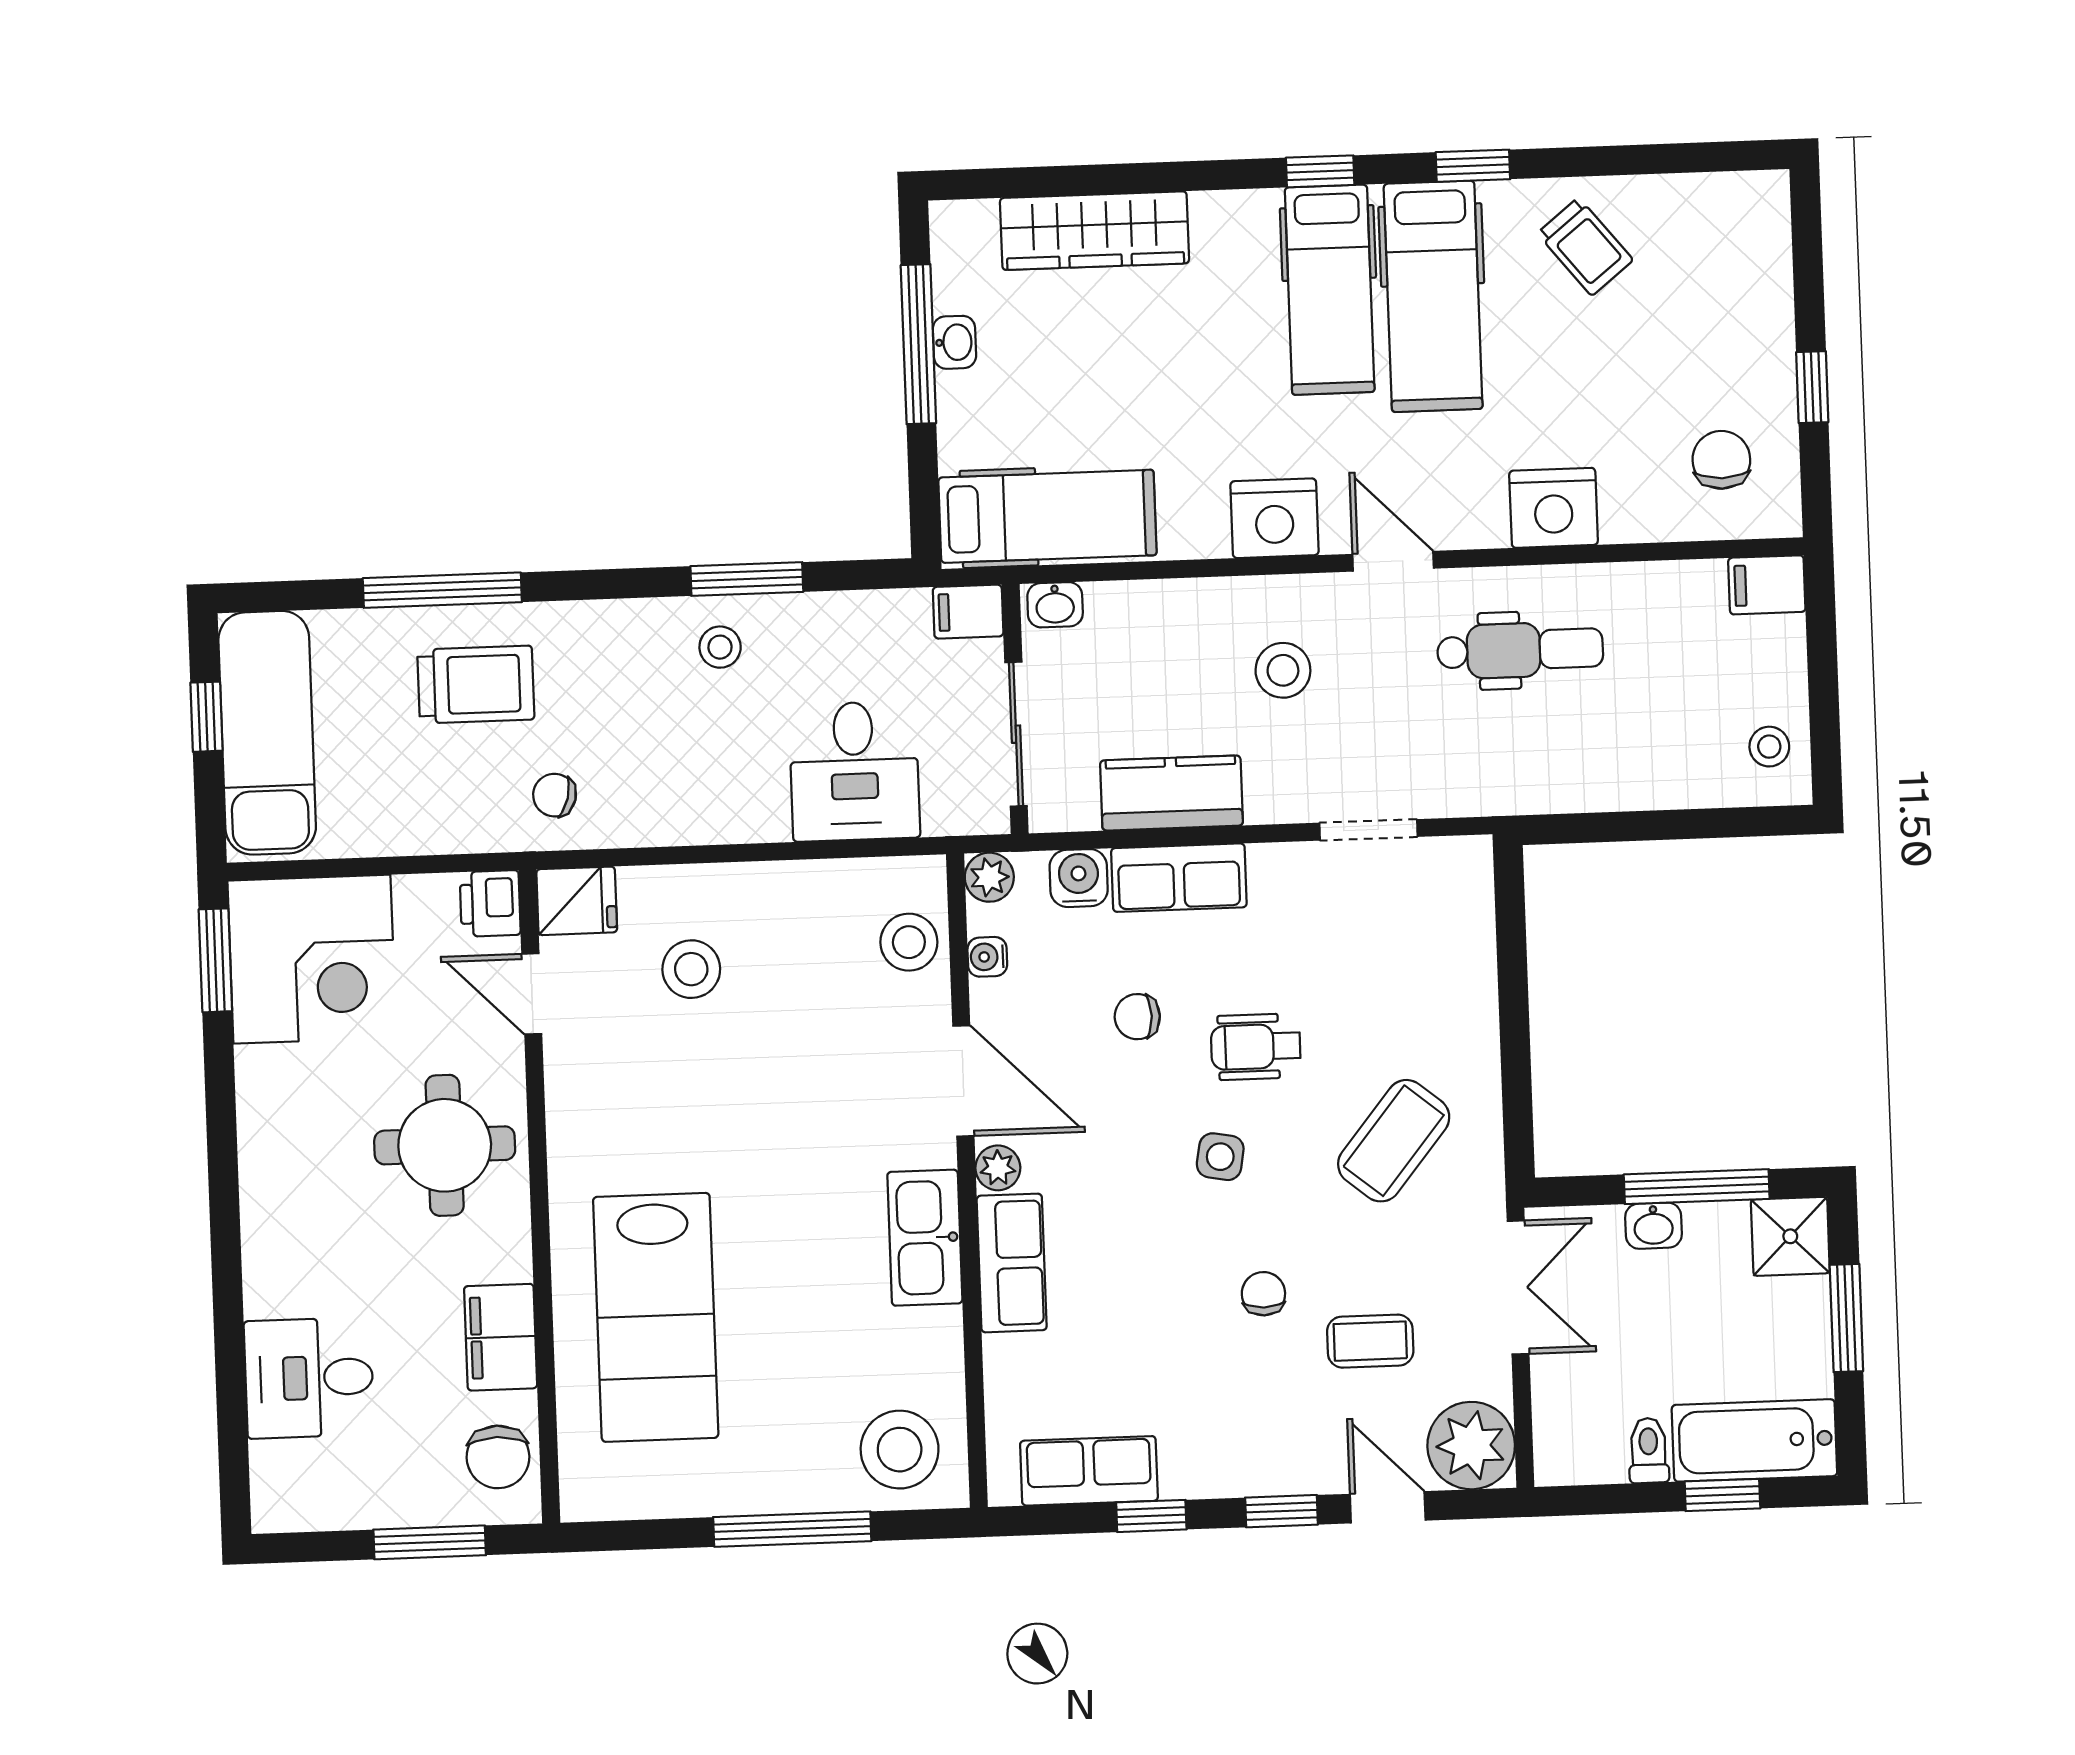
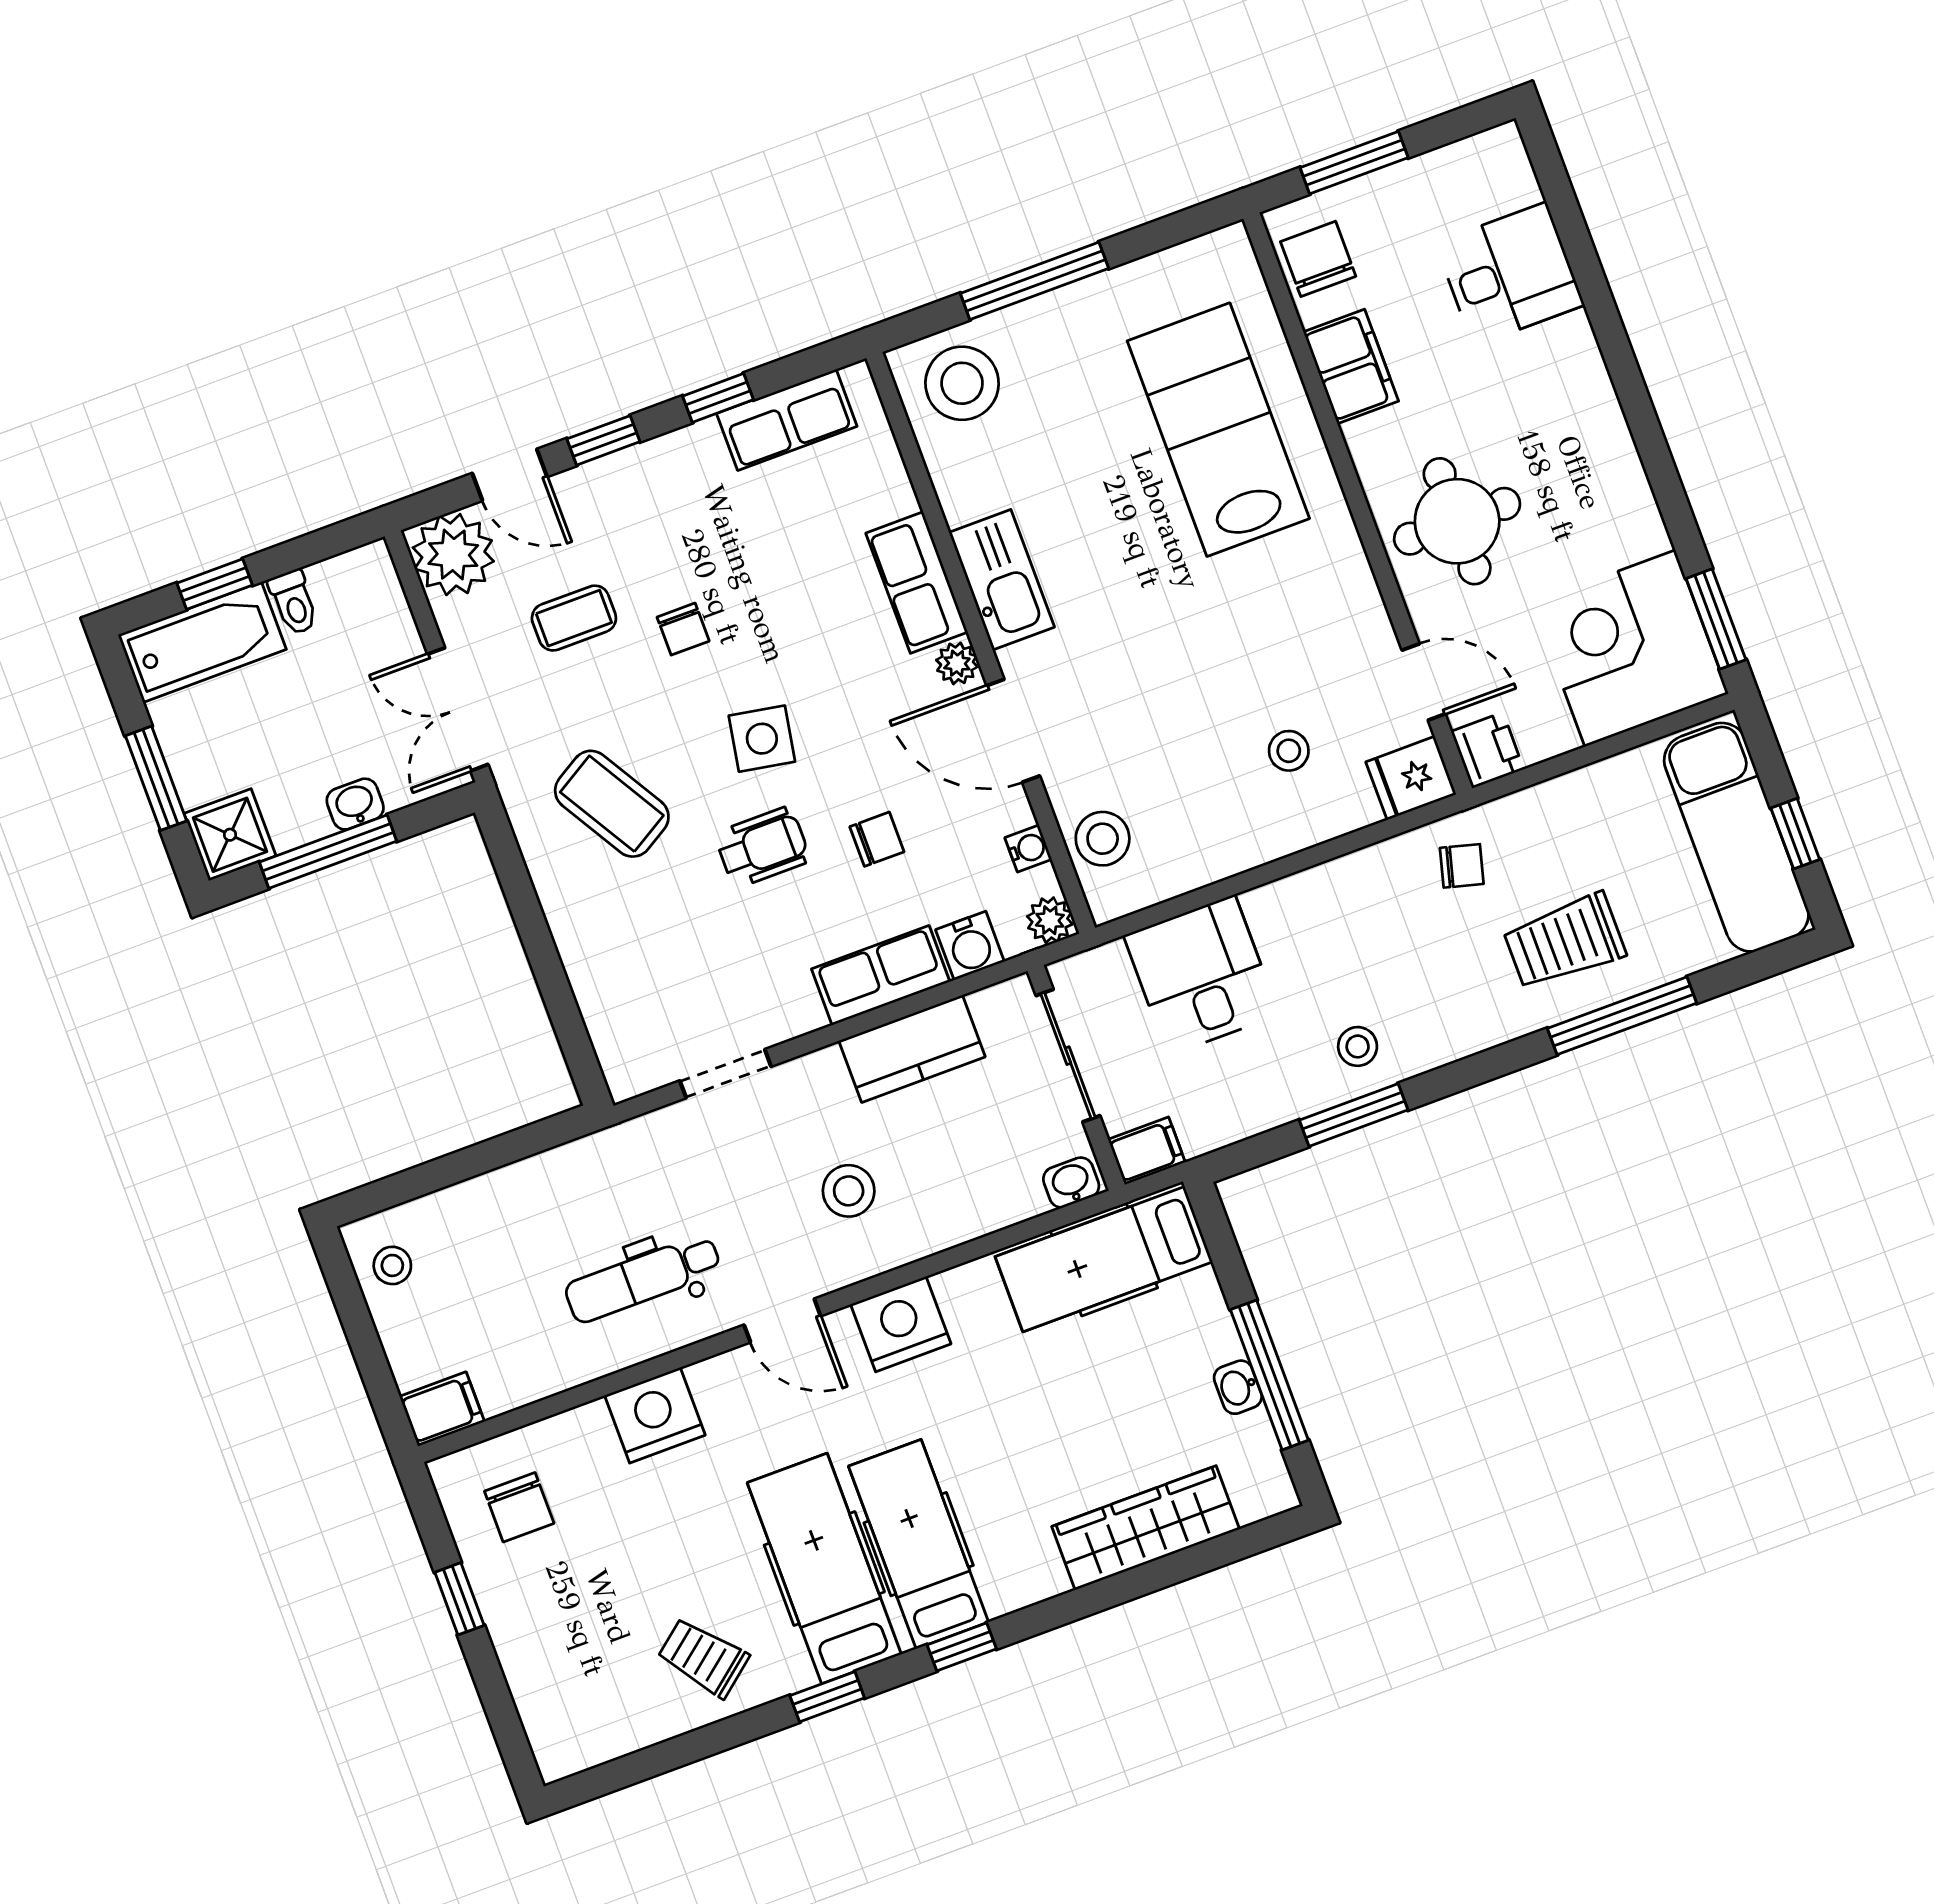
stool: (691, 969) -> (1289, 751), width x0.73, depth x0.73
coffee table: (1394, 1141) -> (612, 804), turned -70
side table: (1220, 1157) -> (762, 739), width x1.37, depth x1.37

